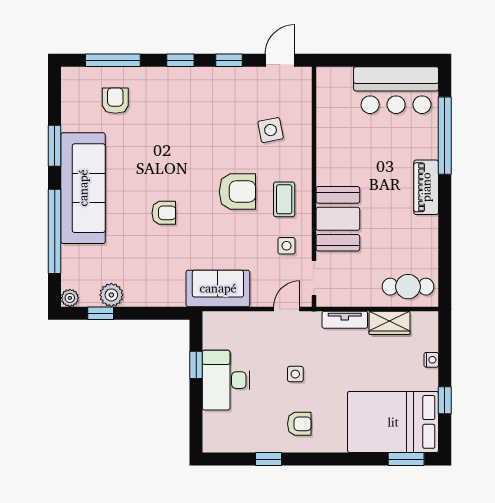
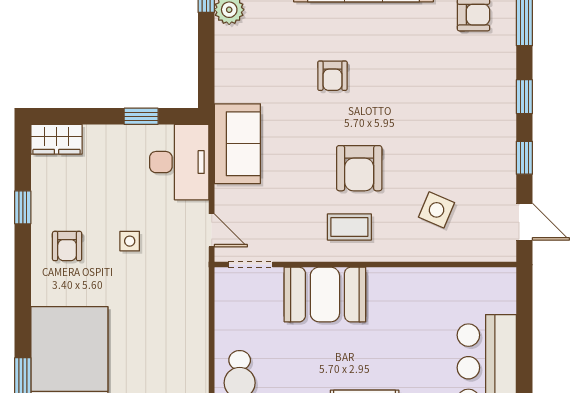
side table: (271, 130) -> (437, 210), turned 34
side table: (286, 246) -> (291, 230), removed
tv unit: (345, 320) -> (198, 303), removed
wardrobe: (390, 323) -> (57, 139), moved, turned -90
desk: (226, 380) -> (179, 162), moved, turned 90

